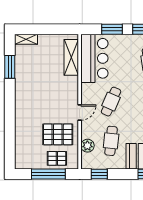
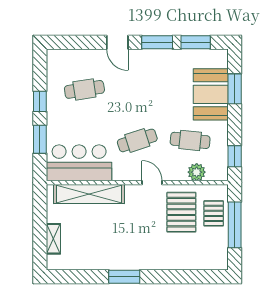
shelving: (26, 39) -> (53, 239), moved
shelving: (71, 57) -> (89, 194), width x1.47
window: (10, 67) -> (124, 277), moved
cafe table: (111, 102) -> (137, 140), turned -42

